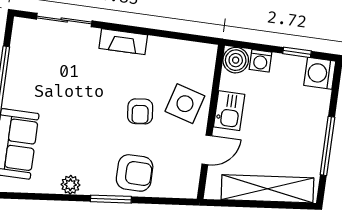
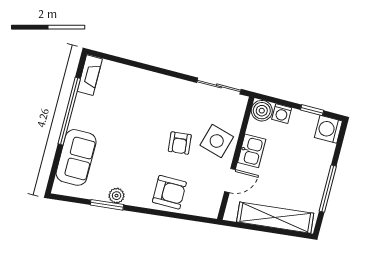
sliding door: (64, 20) -> (219, 86), moved
fireplace: (123, 42) -> (90, 75), moved, turned -90
window: (111, 199) -> (107, 205), moved

